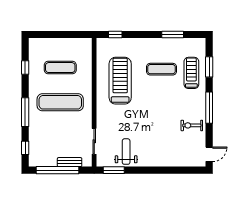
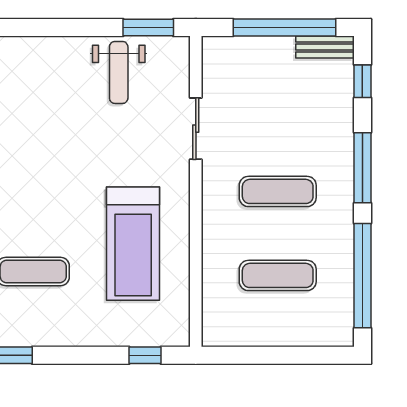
window: (25, 67) -> (362, 276), width x3.17
exercise mat: (60, 102) -> (278, 191), width x0.73, depth x0.69
sliding door: (94, 141) -> (196, 129), moved
bench: (70, 162) -> (325, 47), moved

